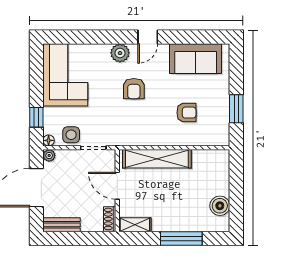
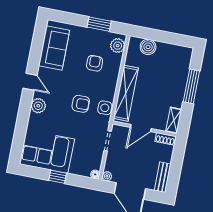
armchair: (134, 89) -> (81, 104), moved
window: (36, 117) -> (58, 177), moved
side table: (71, 135) -> (105, 108), moved
plant: (214, 137) -> (118, 46), added
boiler: (220, 206) -> (148, 47), moved

